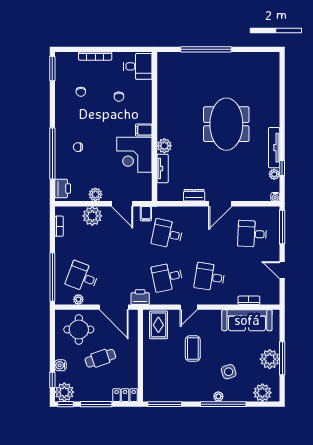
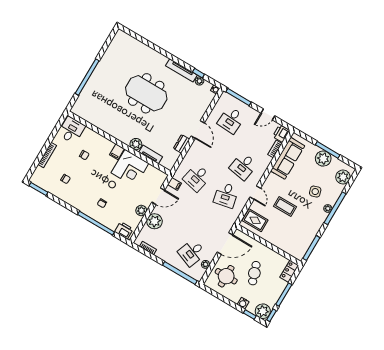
printer: (140, 297) -> (281, 134), moved

